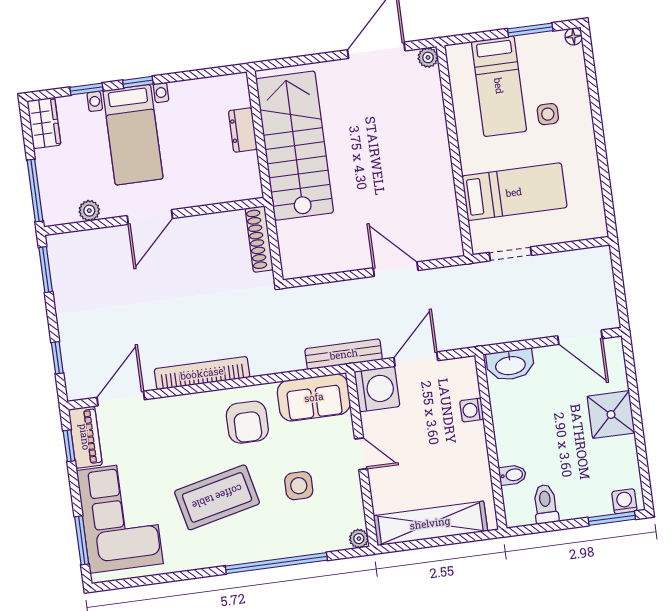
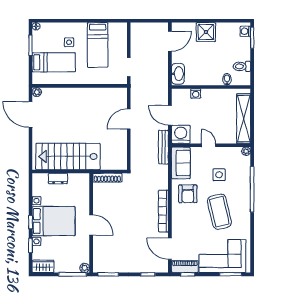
bed with nightstands: (133, 135) -> (54, 221), width x1.36
bed: (514, 192) -> (98, 45), moved, turned 180
plant: (89, 211) -> (85, 268), moved
armchair: (247, 422) -> (188, 194), turned 90
door: (361, 454) -> (209, 145), hinge flipped

